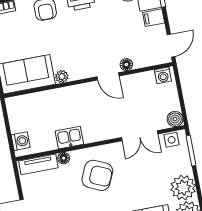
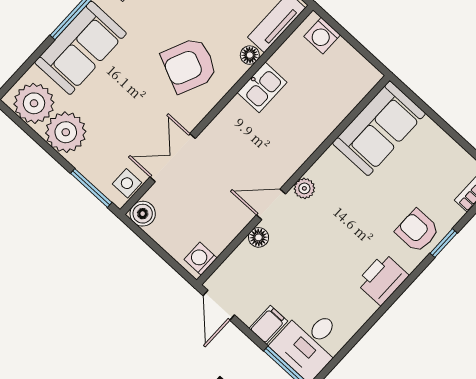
plant: (62, 77) -> (304, 188), moved

